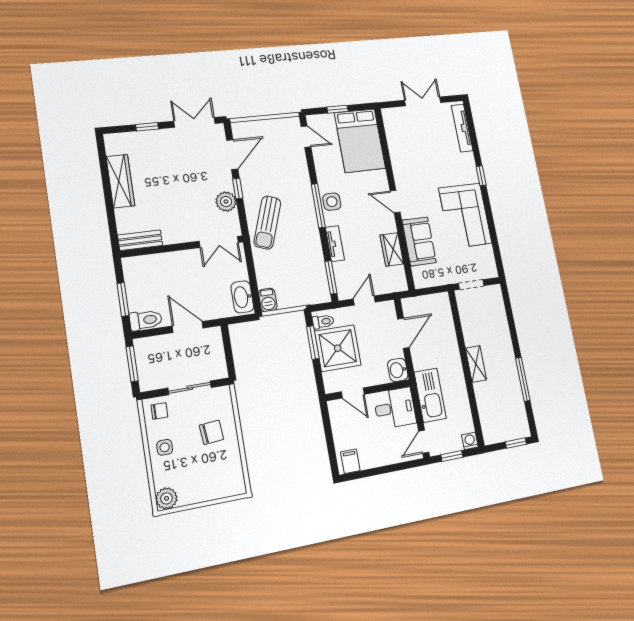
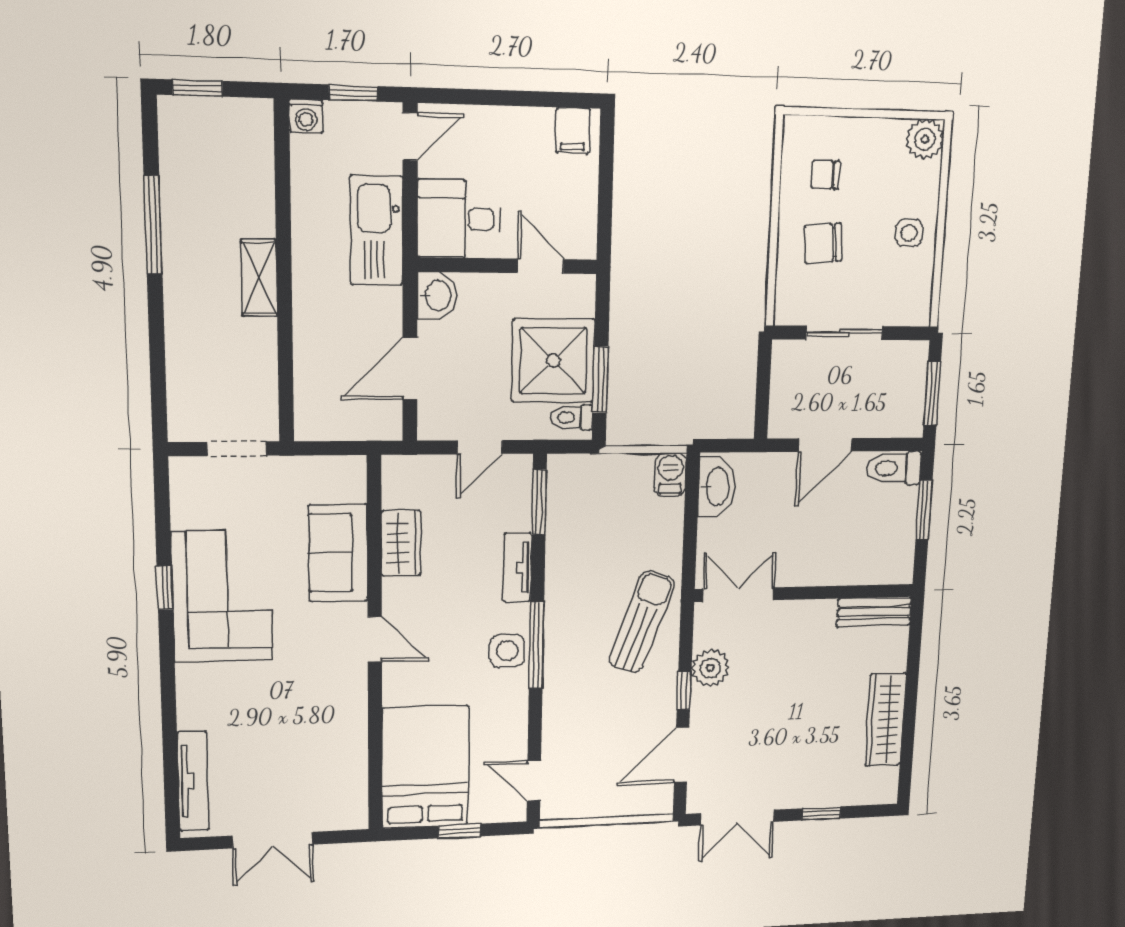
window: (481, 176) -> (165, 588), moved
door: (188, 327) -> (825, 445), hinge flipped
chair: (159, 411) -> (826, 175), moved

